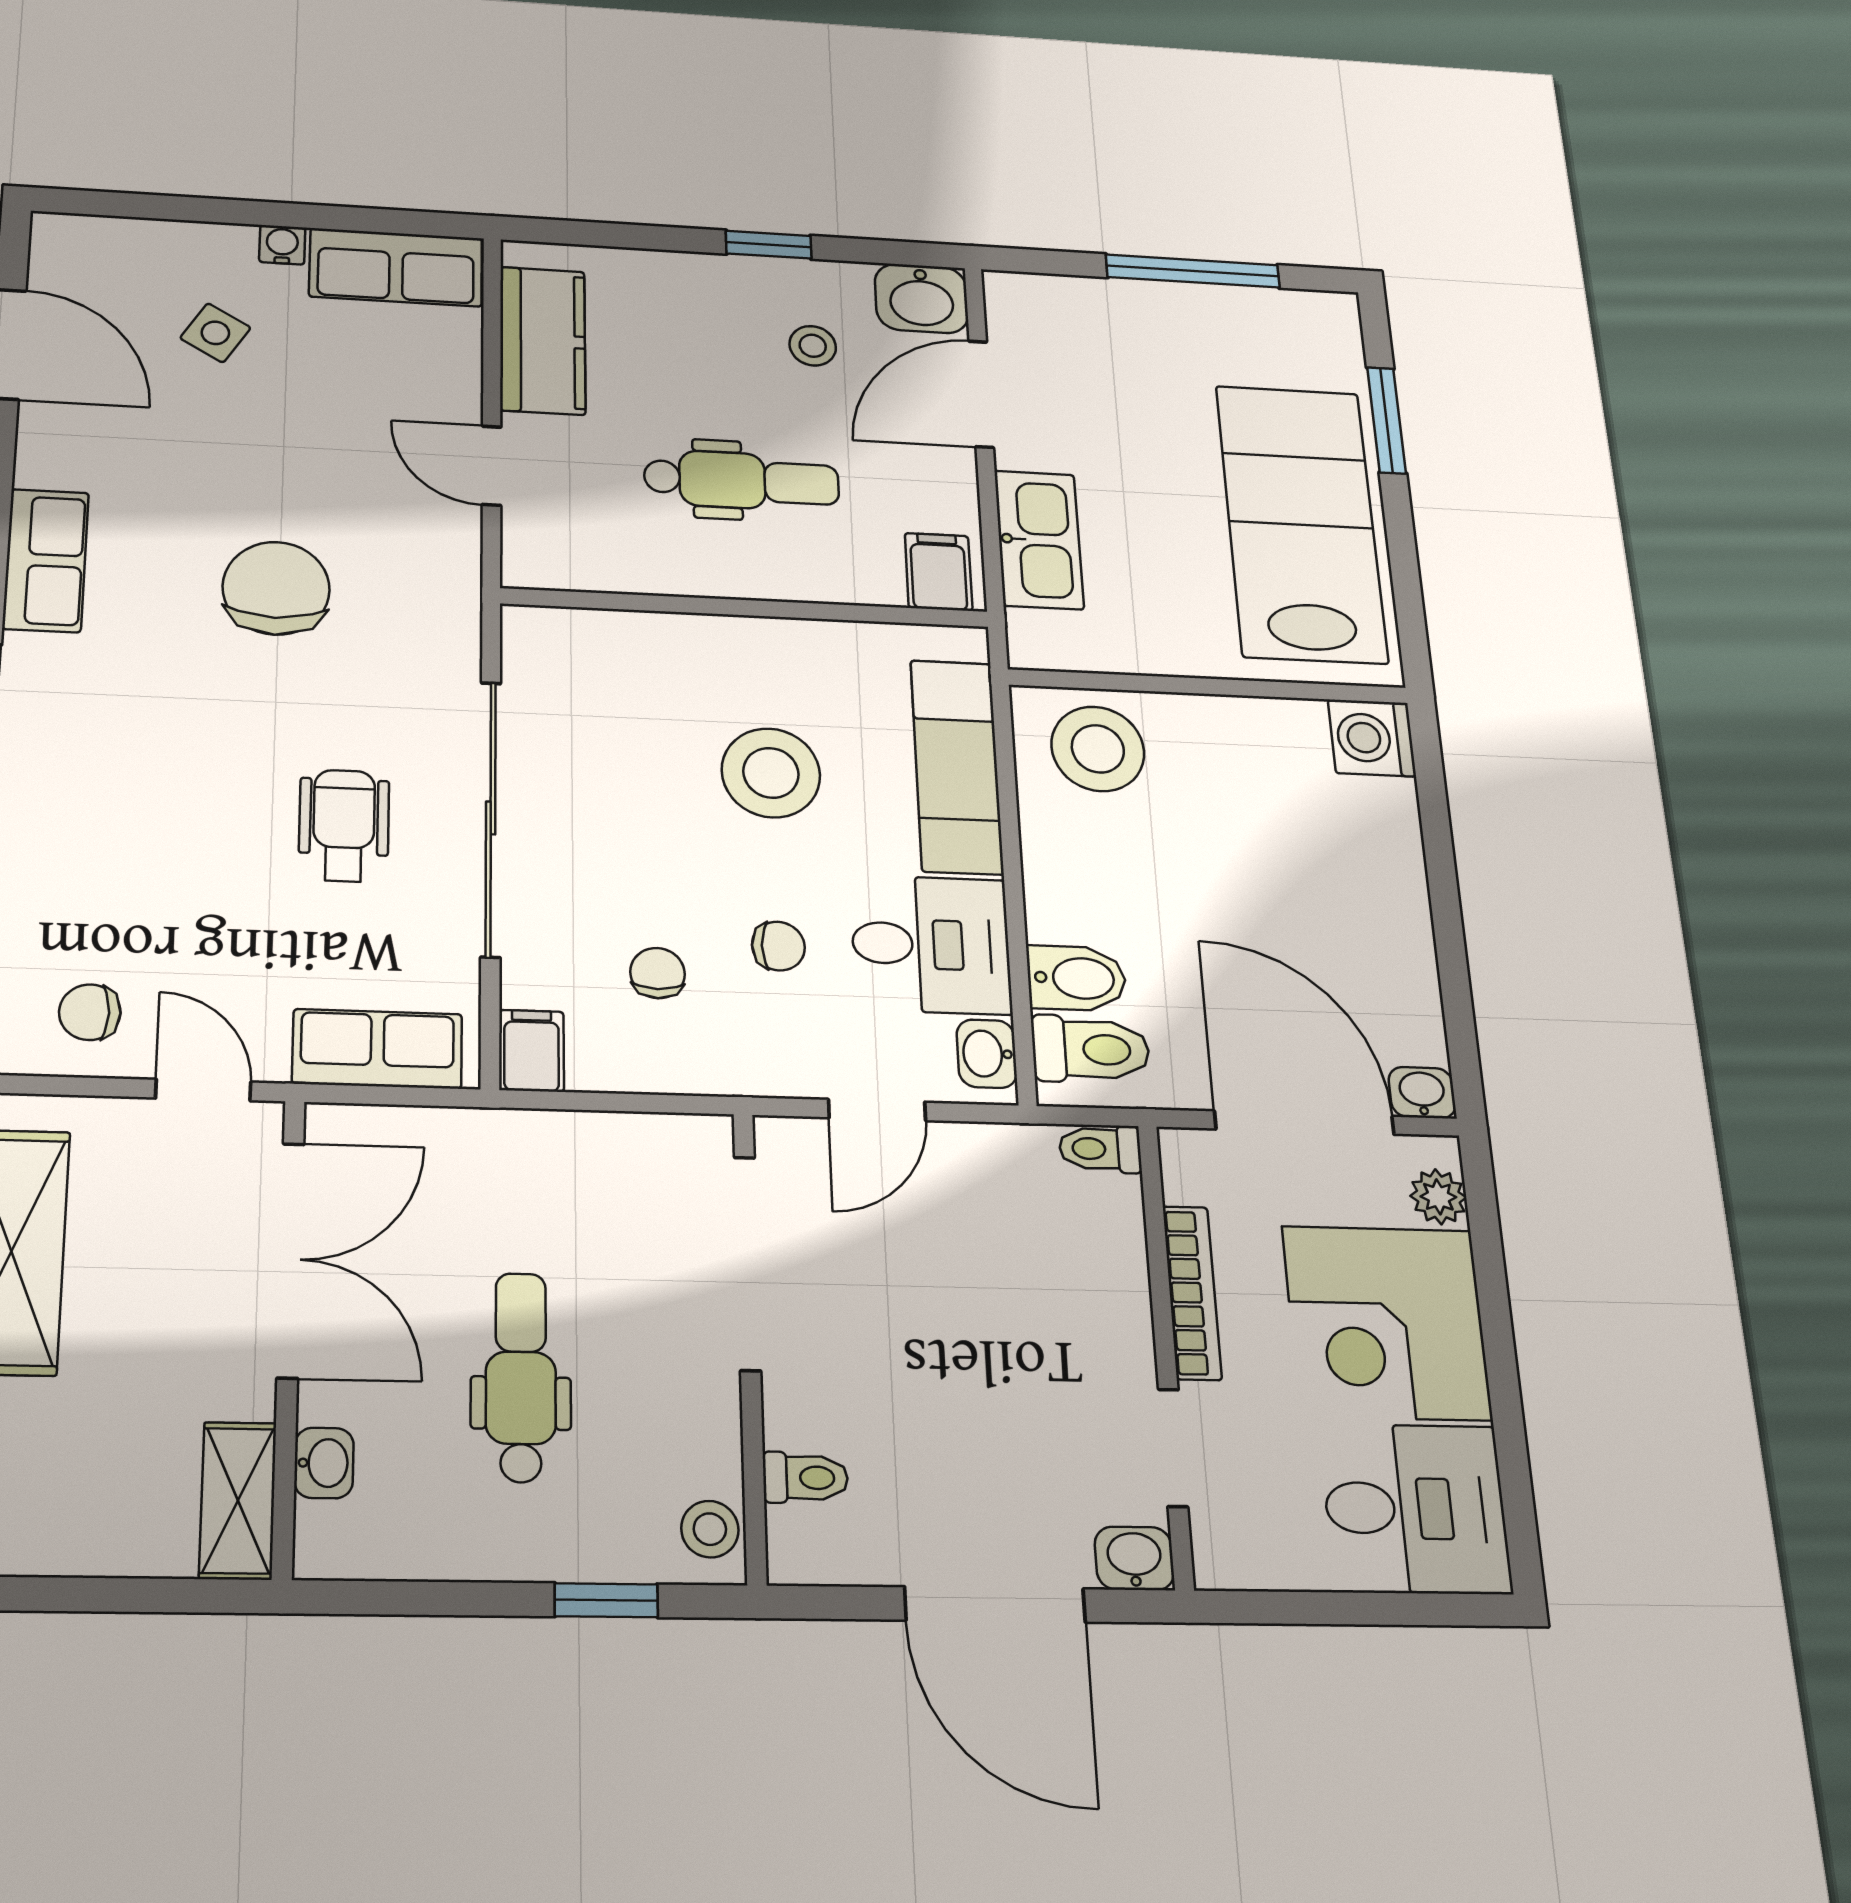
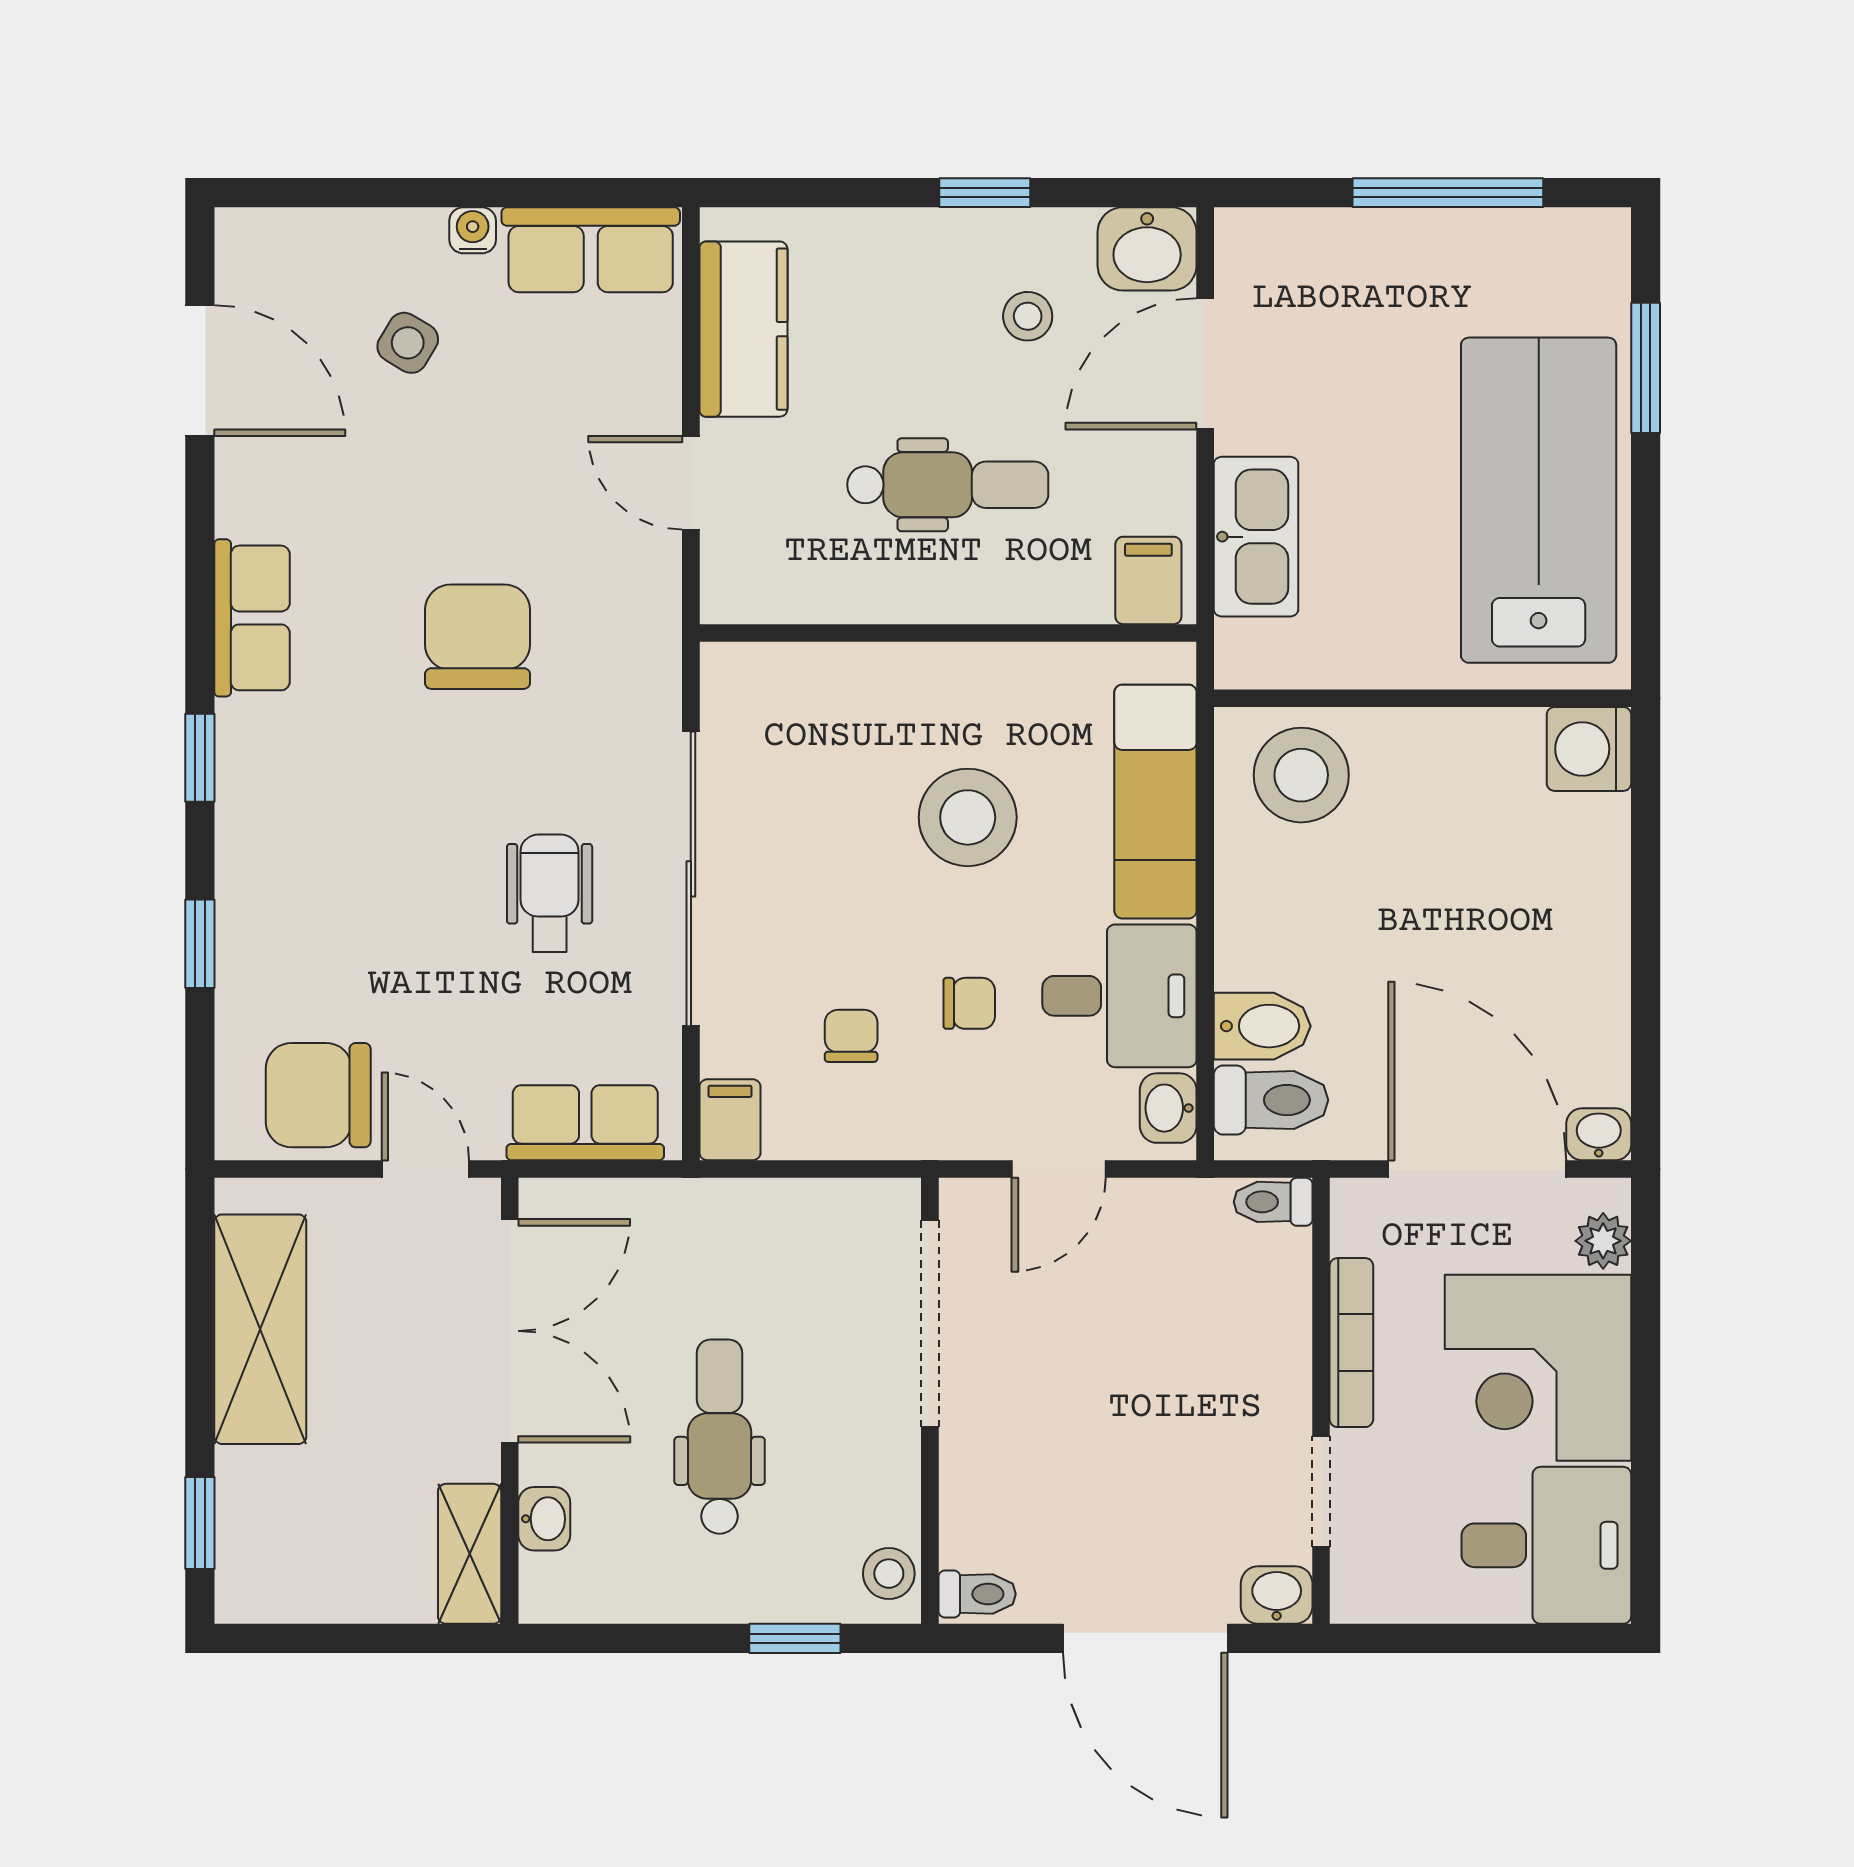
chair: (90, 1012) -> (318, 1095), width x1.87, depth x1.87
toilet: (805, 1478) -> (977, 1594), moved

